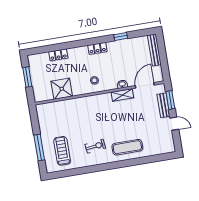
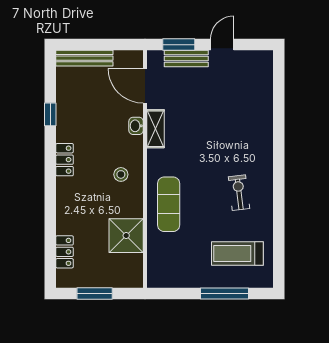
locker: (58, 55) -> (65, 252), moved
exercise mat: (127, 147) -> (169, 204), moved

